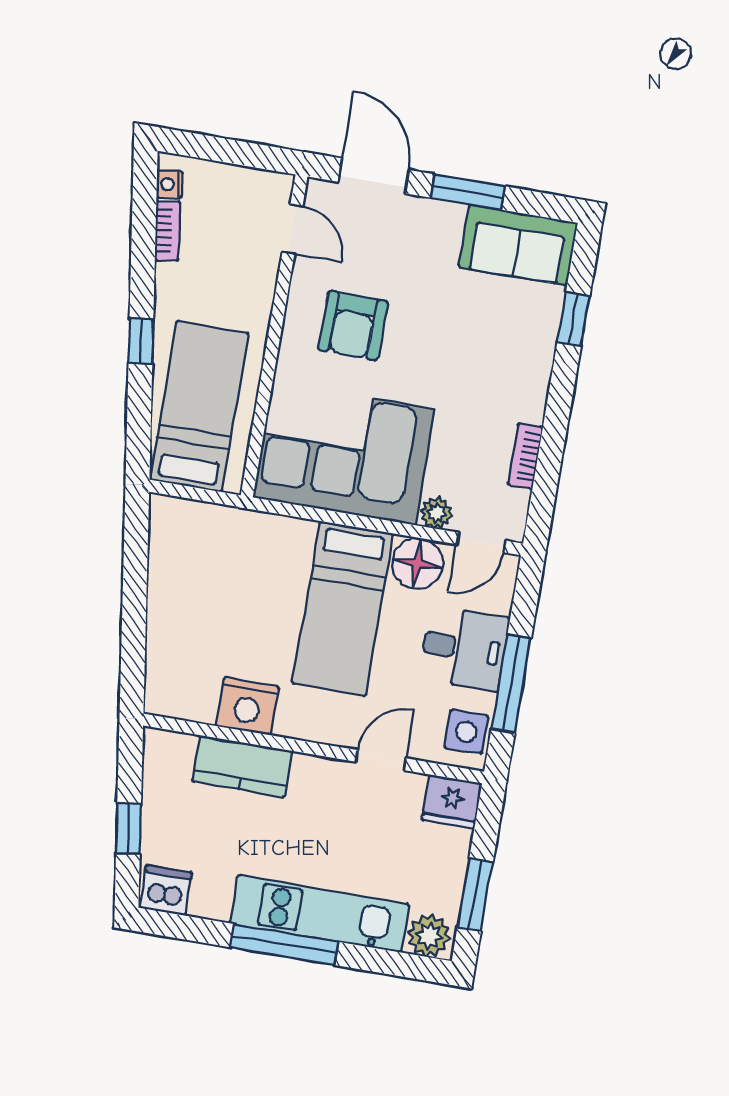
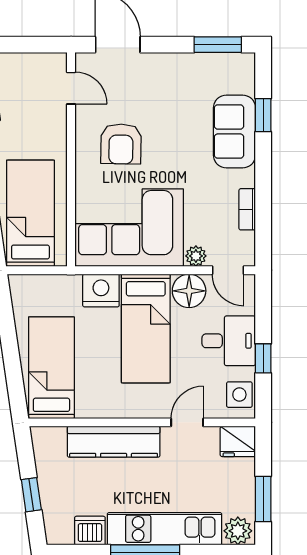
window: (468, 192) -> (218, 45), moved
sofa: (518, 245) -> (234, 132), moved, turned 90
door: (481, 542) -> (228, 270), hinge flipped
bed: (191, 643) -> (51, 368), added
window: (511, 683) -> (263, 358), width x0.46
nightstand: (247, 706) -> (101, 290), moved, turned 180
kitchen counter: (242, 766) -> (114, 442), width x1.50
dishwasher: (166, 890) -> (90, 531), moved

